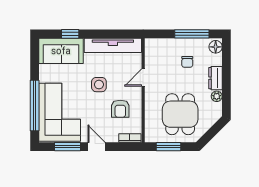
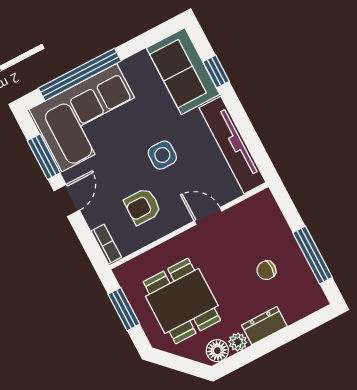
floor lamp: (216, 47) -> (217, 351), moved
dining table: (180, 114) -> (182, 301), turned 90

